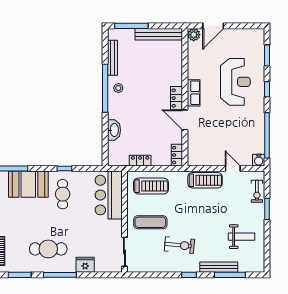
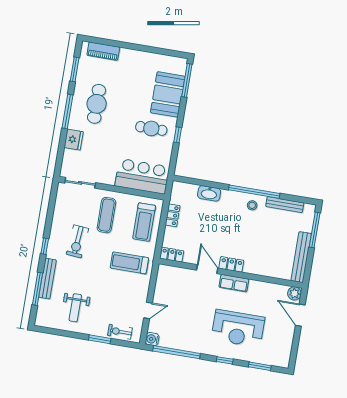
door: (185, 120) -> (207, 269), hinge flipped
treadmill: (205, 180) -> (129, 263), moved, turned 90

